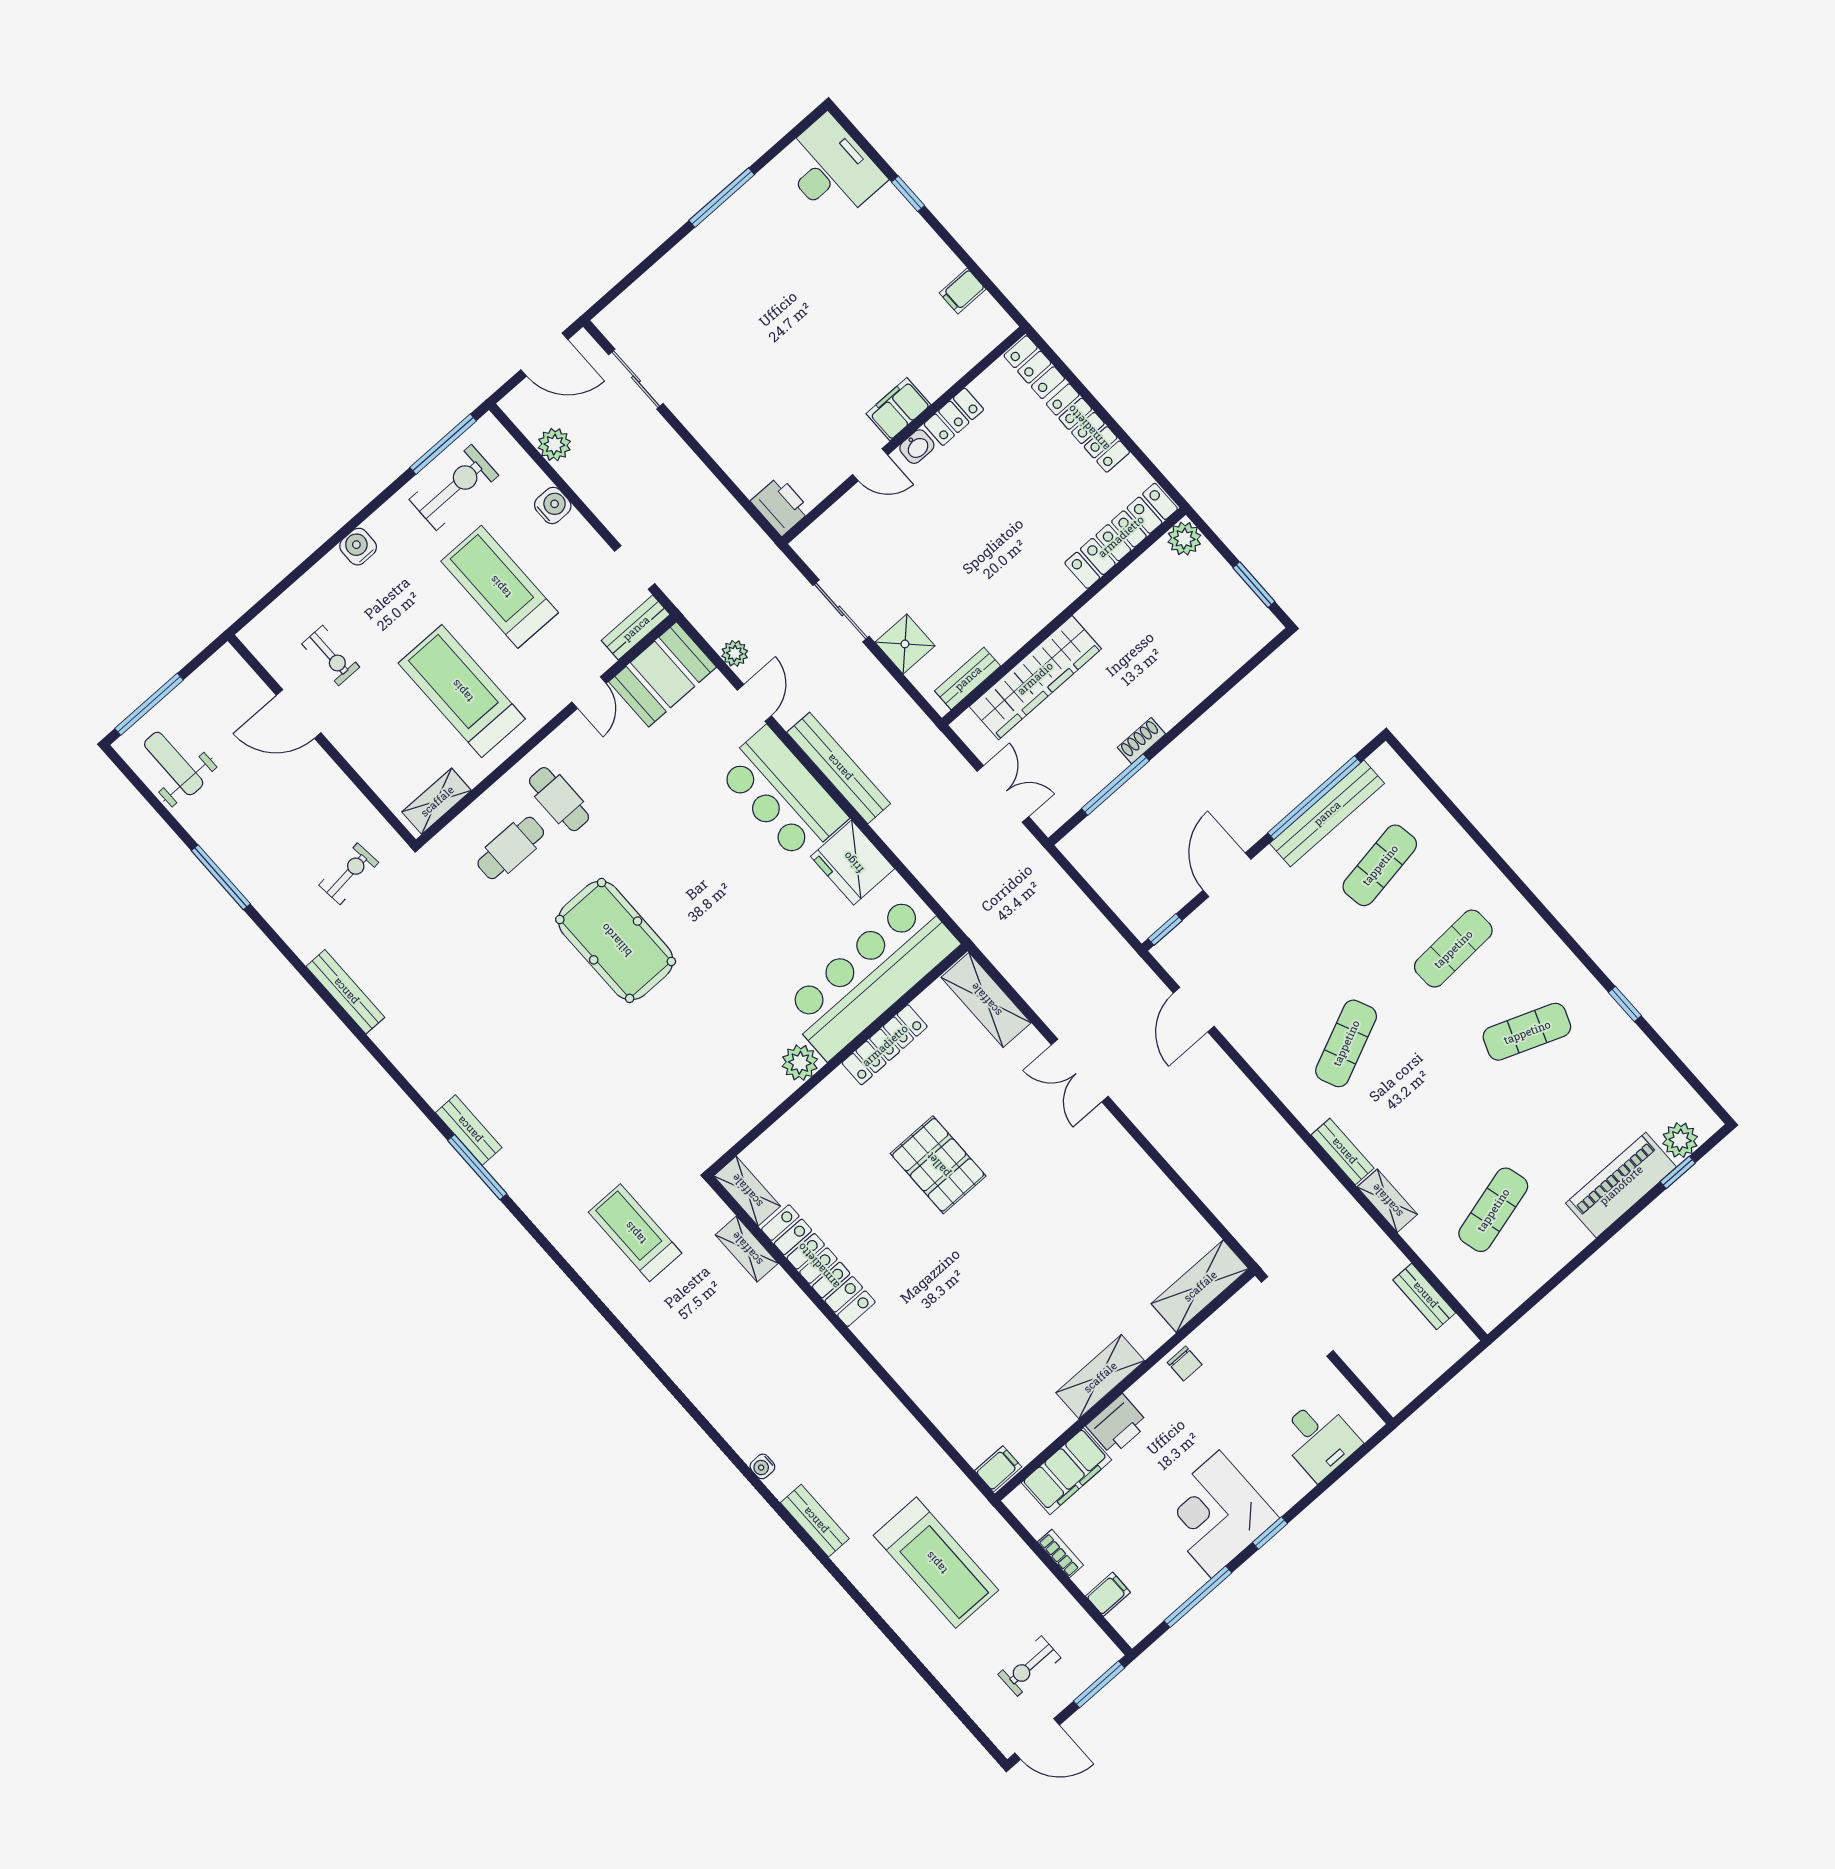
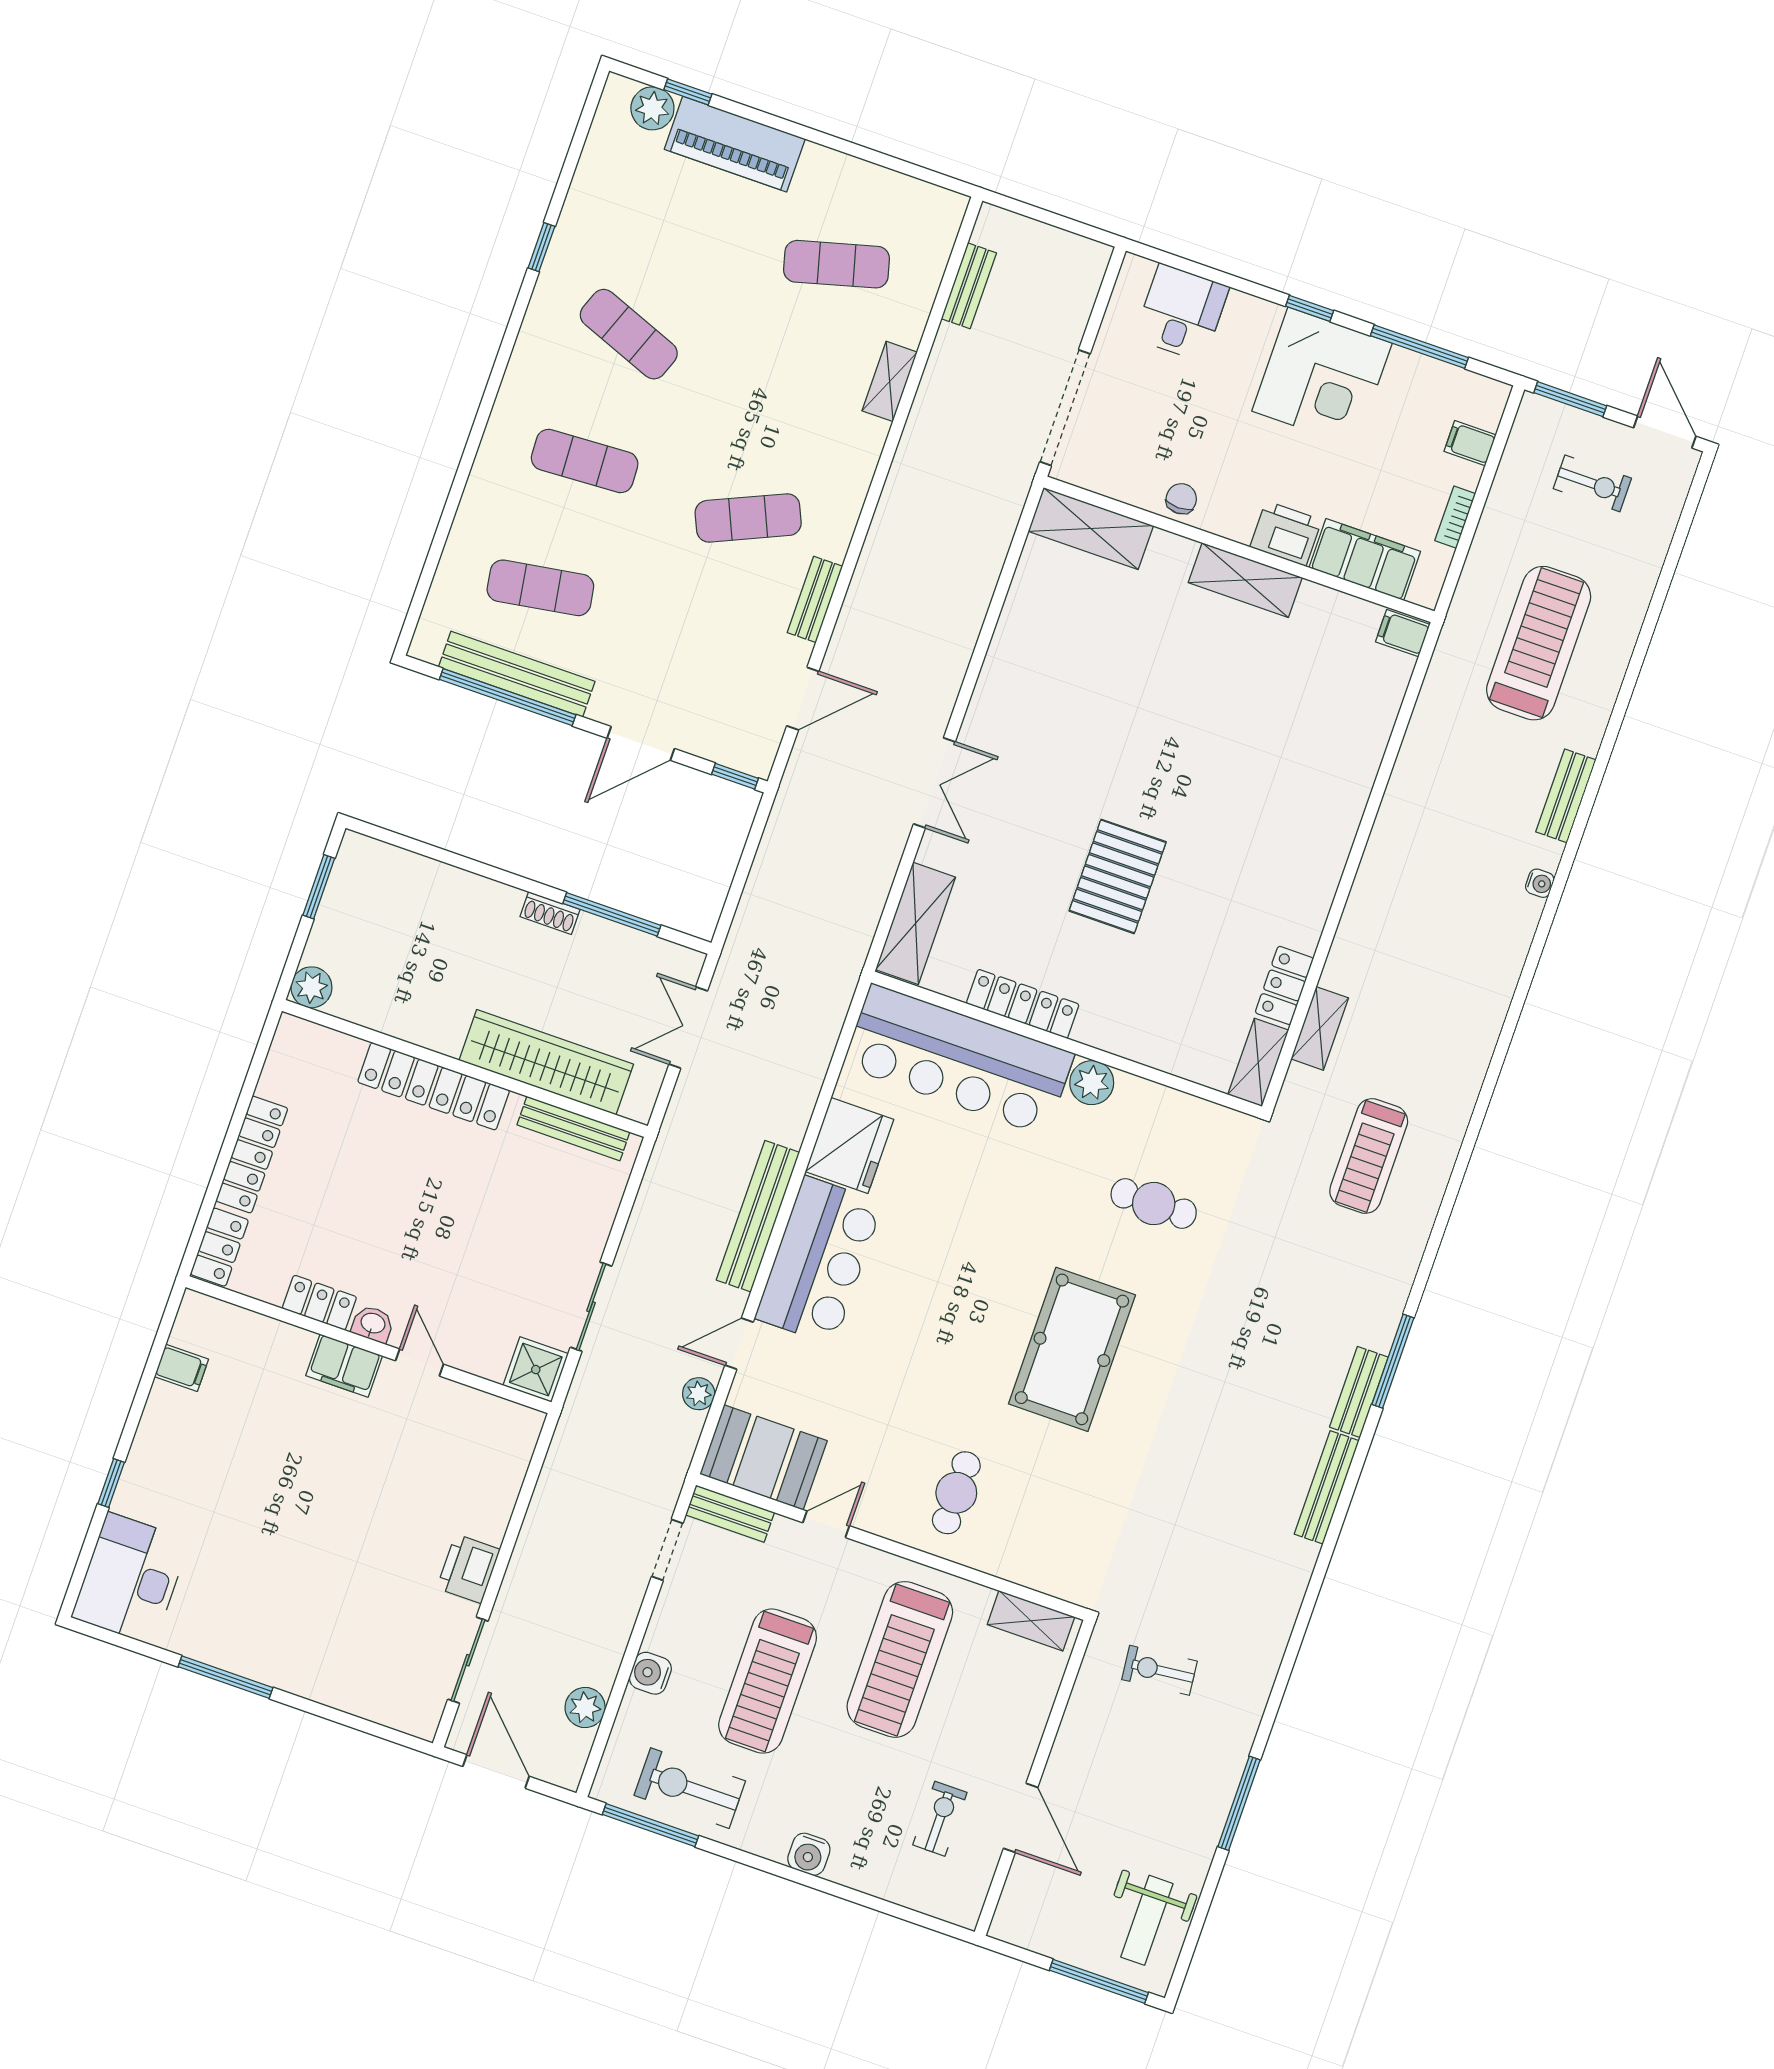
printer: (781, 506) -> (468, 1569), moved
locker: (1121, 536) -> (434, 1086), moved
shower: (905, 644) -> (536, 1370), moved
bench: (968, 678) -> (573, 1128), width x1.36
cafe table: (511, 848) -> (1154, 1204), moved
bench: (345, 992) -> (1327, 1487), moved
bench: (1343, 1152) -> (815, 599), moved
locker: (818, 1266) -> (1284, 985), width x0.46, depth x0.83

